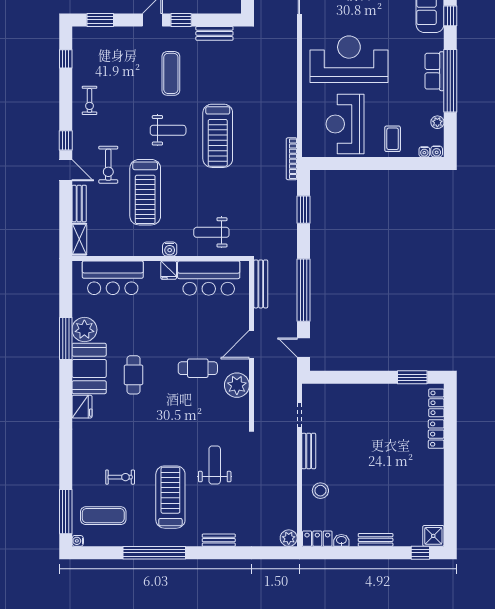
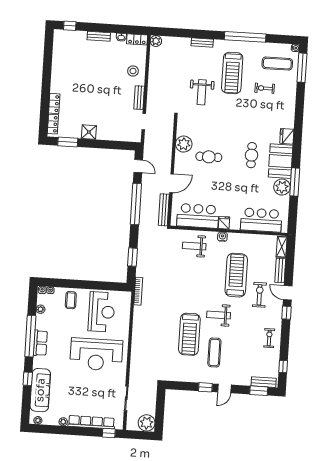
bench: (214, 33) -> (264, 382), moved
treadmill: (218, 136) -> (189, 334), moved, turned 180
weight bench: (211, 232) -> (194, 246), turned 180
door: (252, 345) -> (172, 183), moved
shower: (433, 536) -> (89, 132), moved

